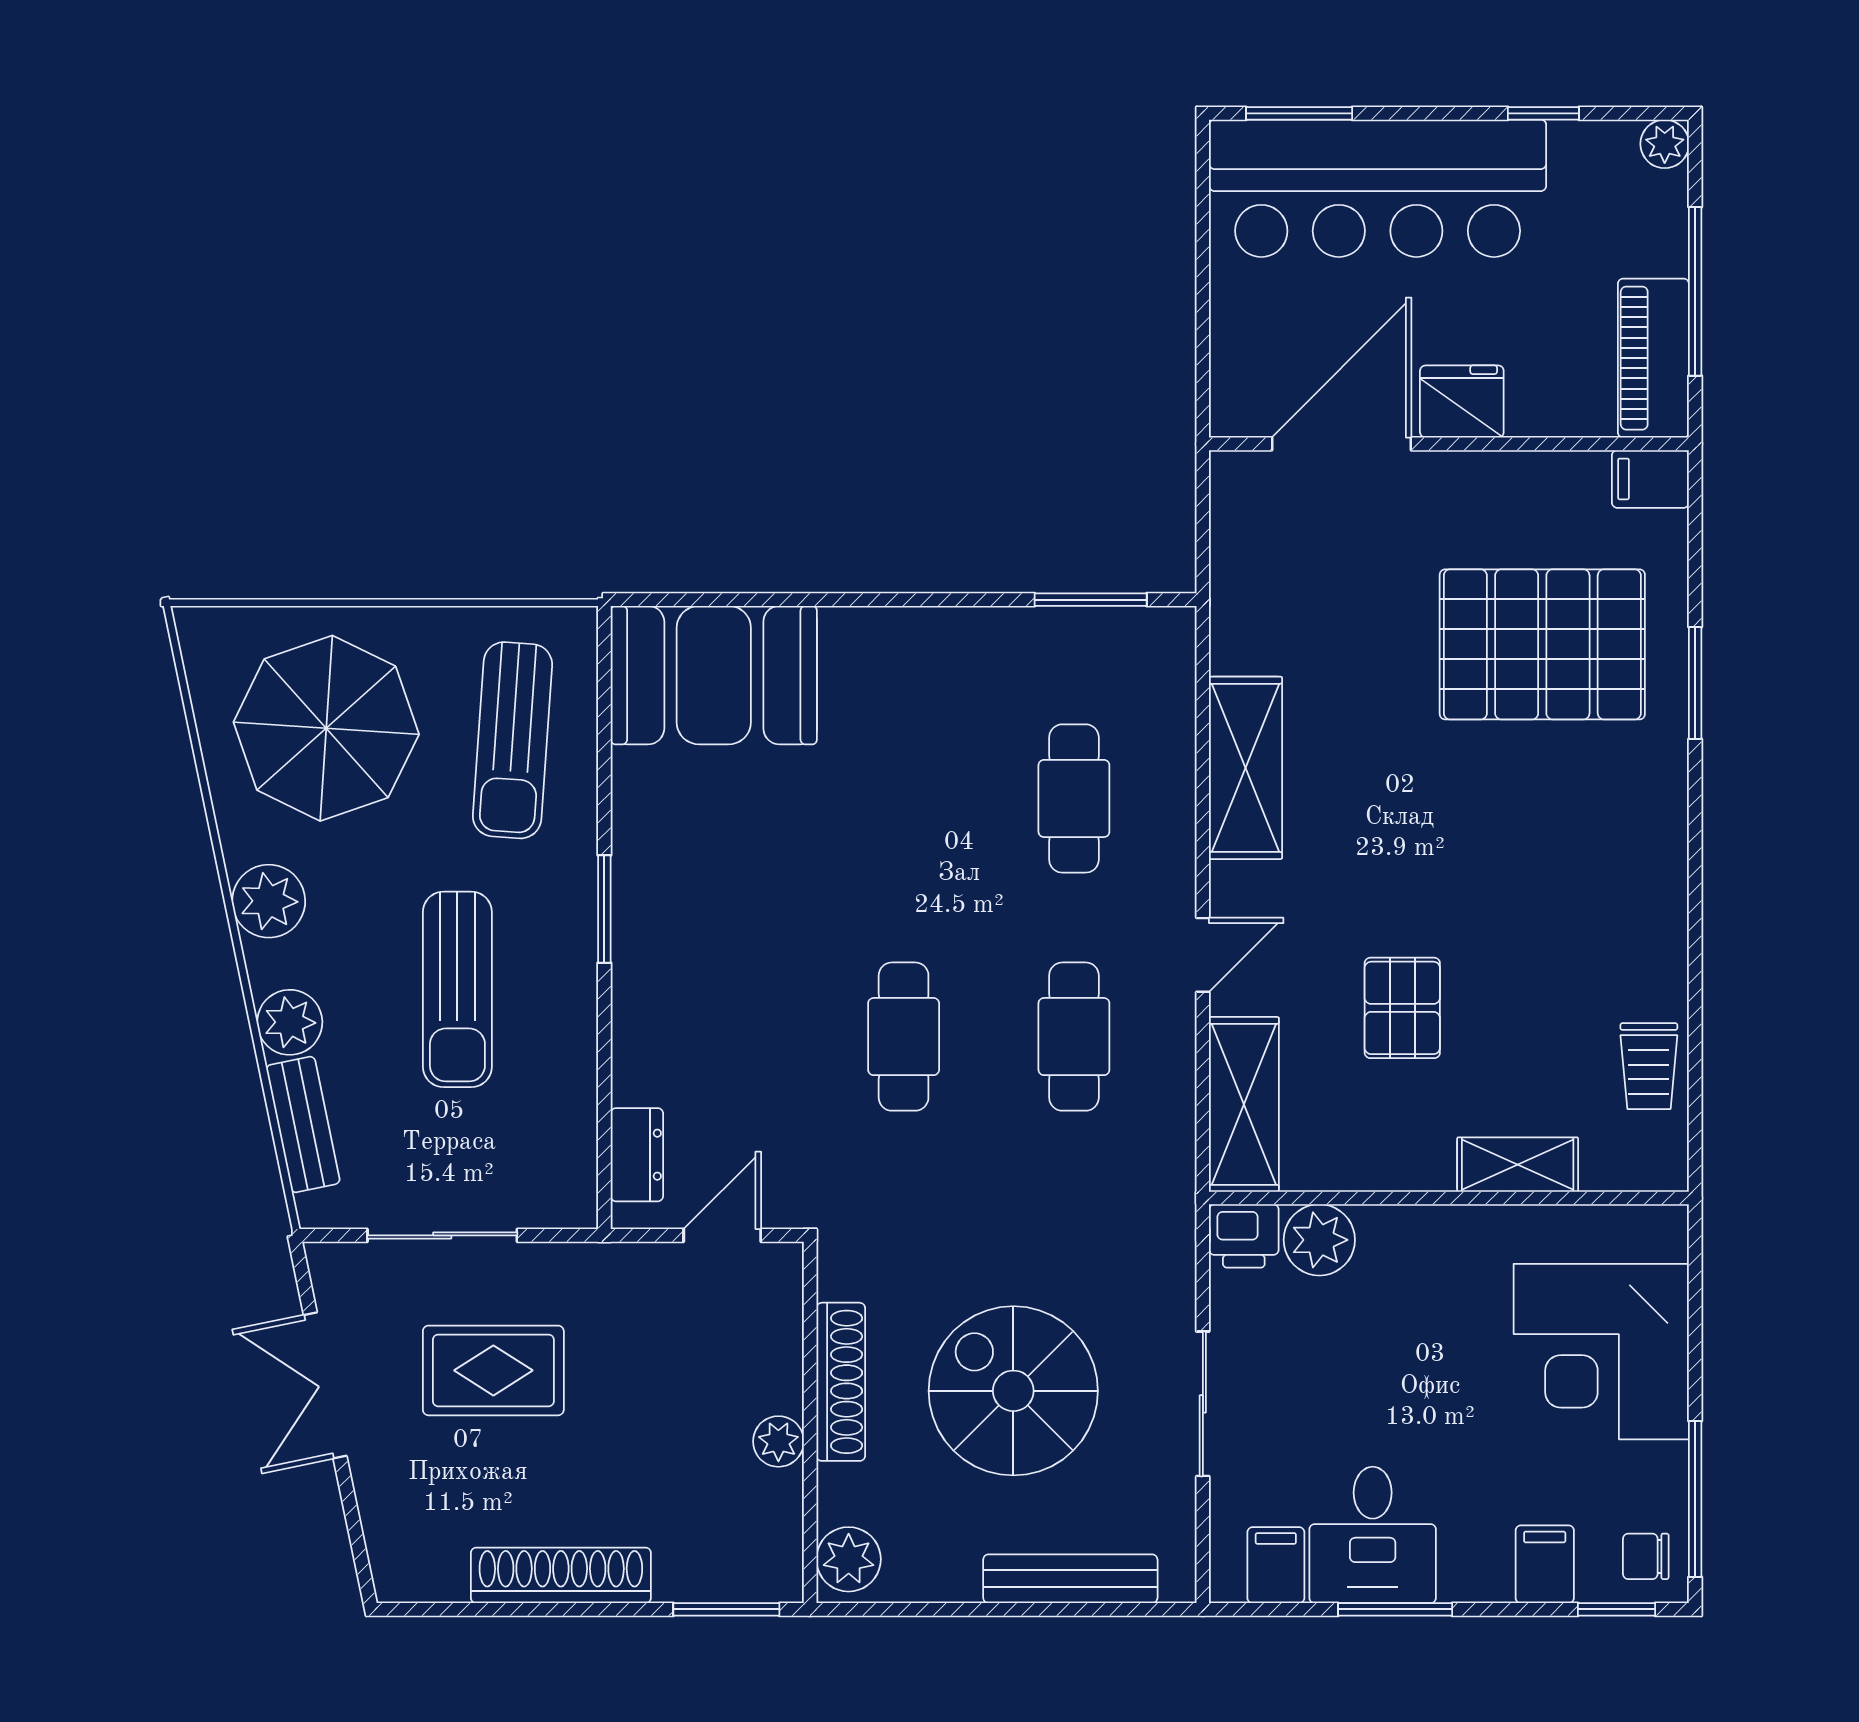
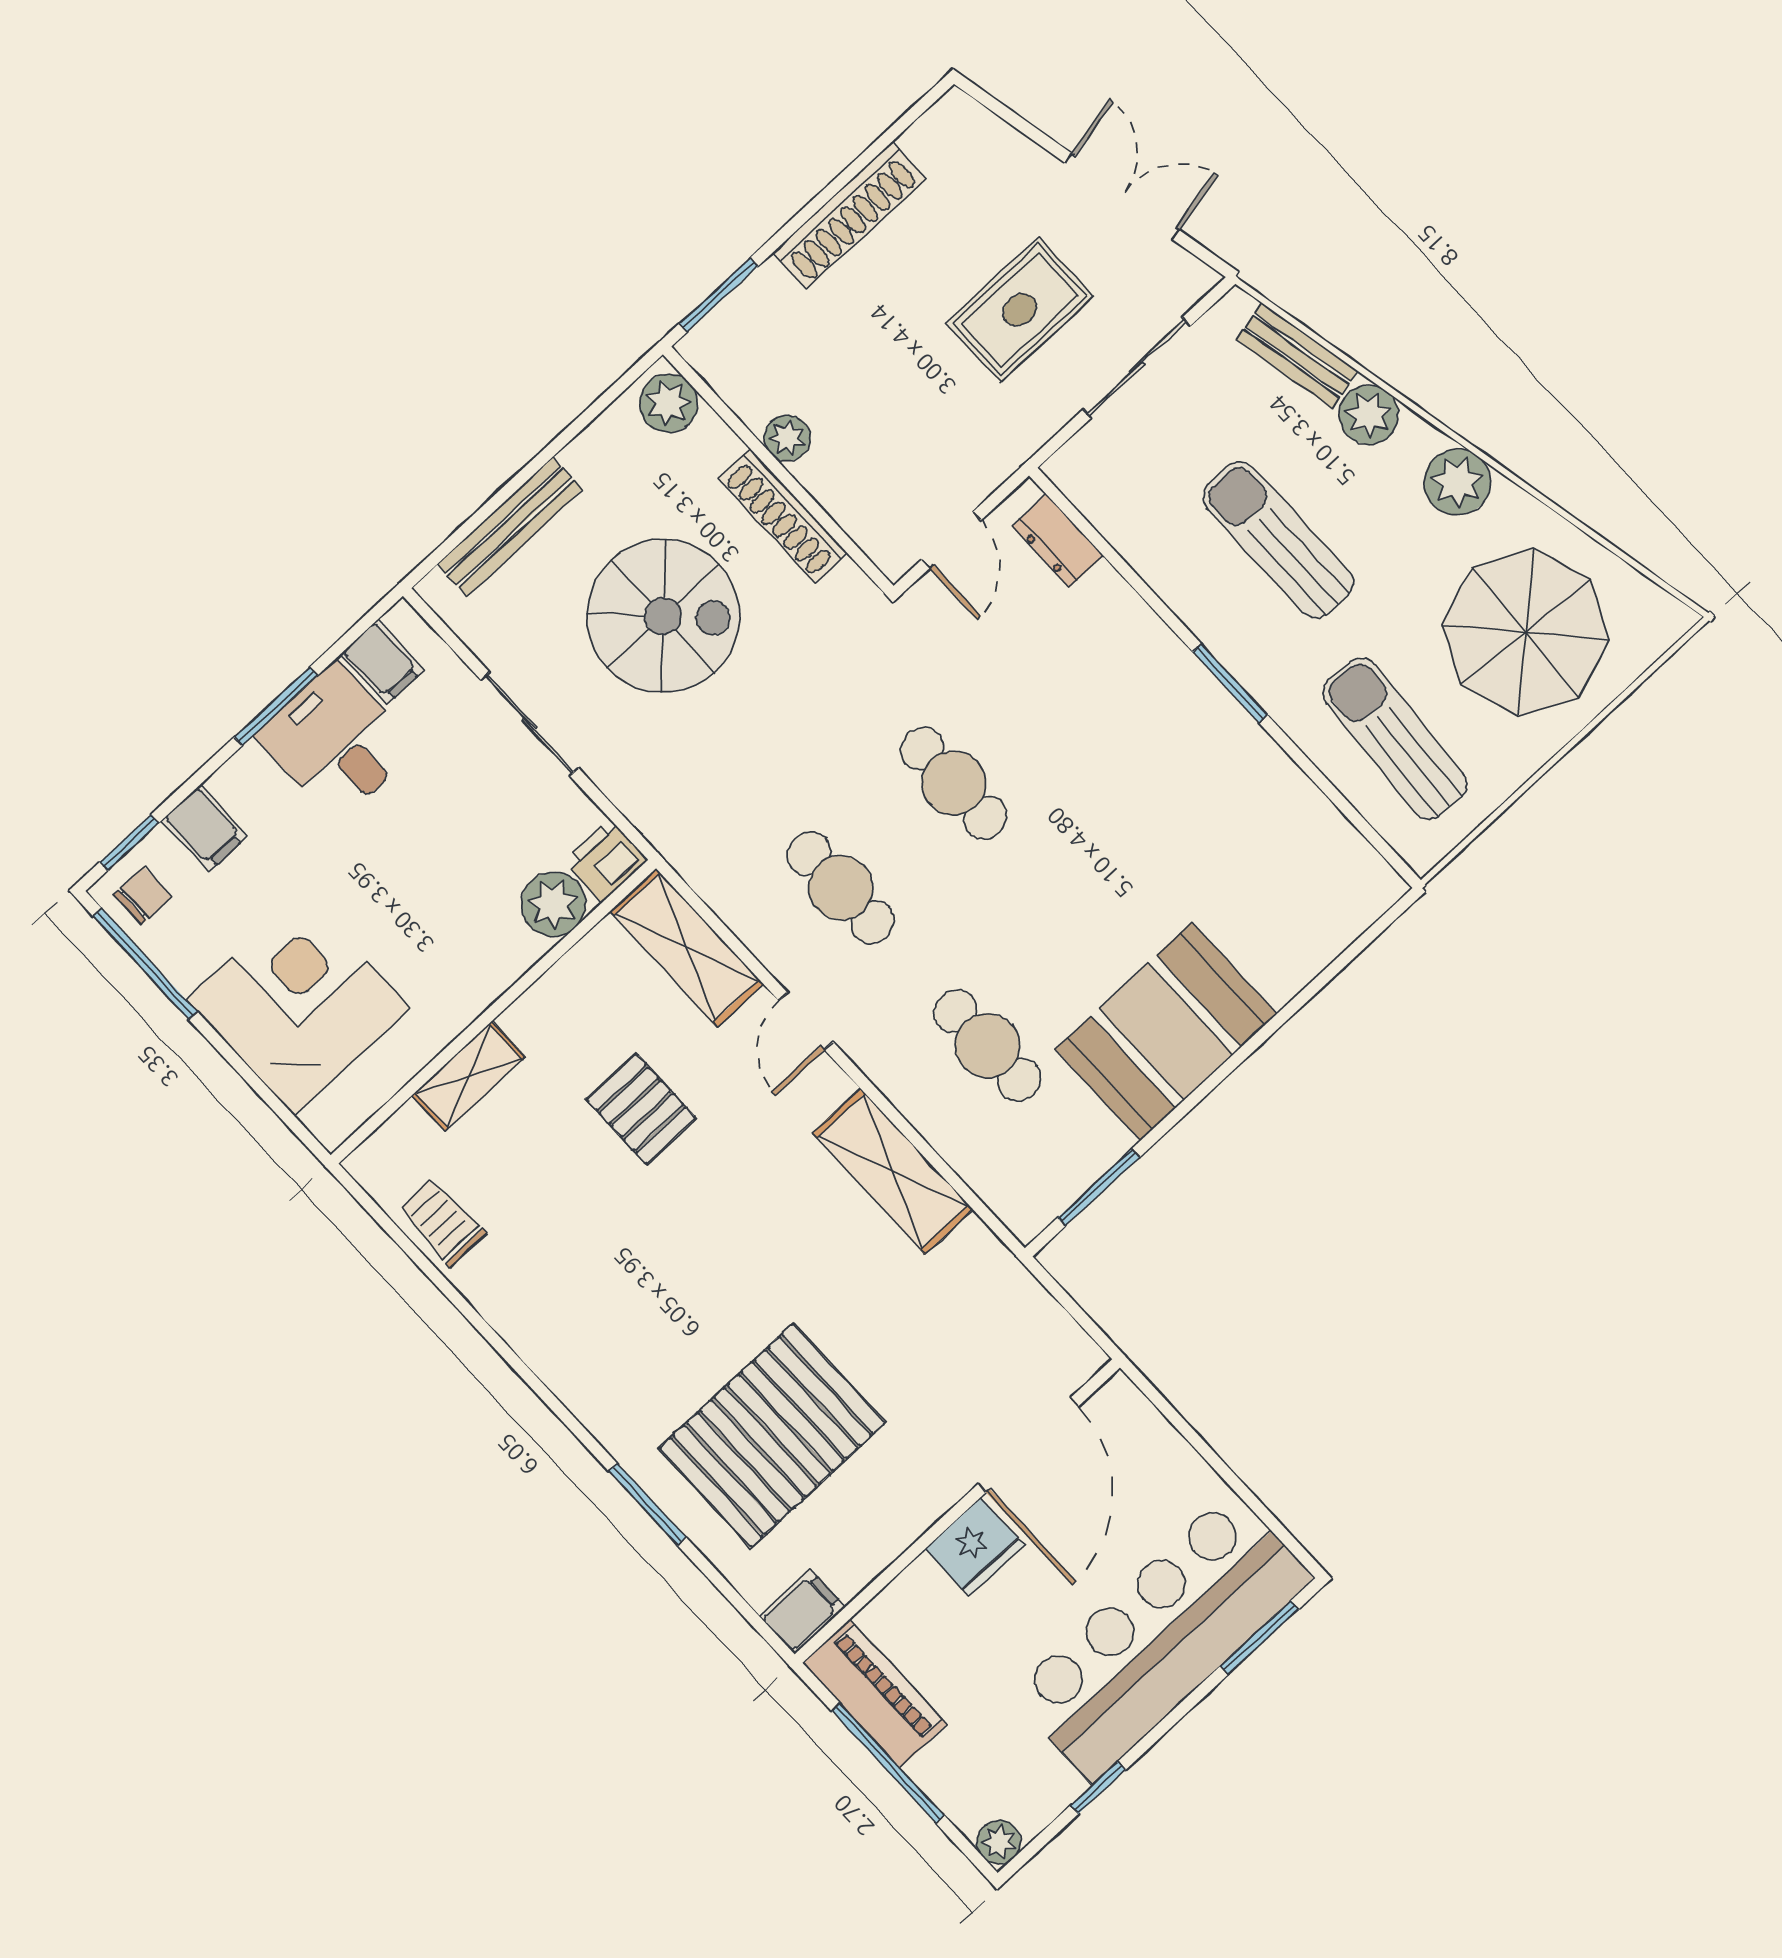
booth: (714, 675) -> (1166, 1032), moved

